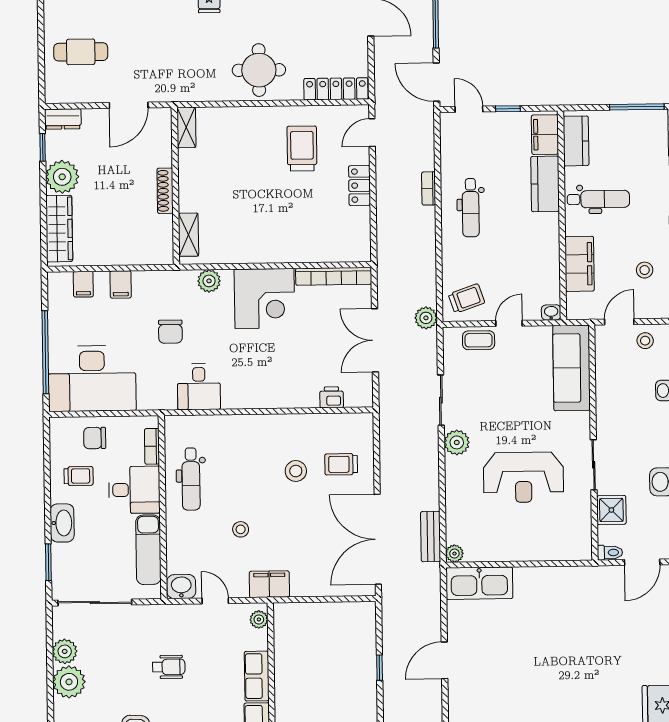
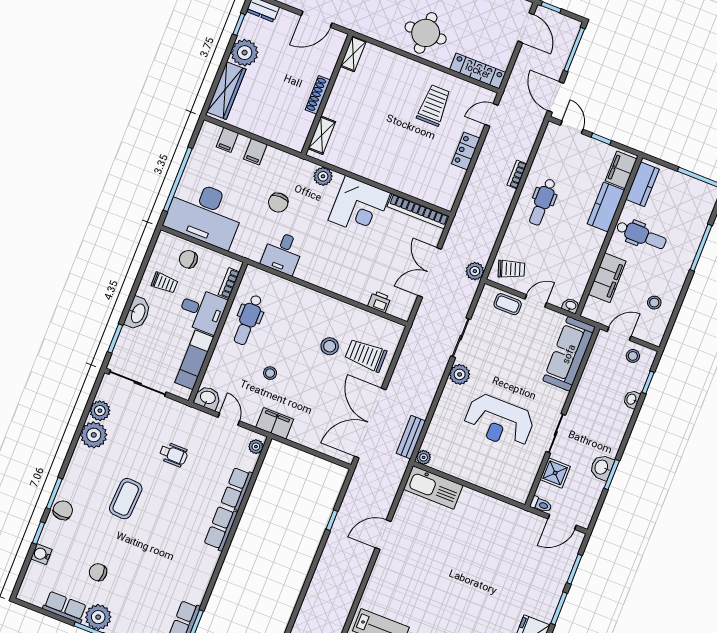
trolley: (341, 464) -> (366, 355), width x1.36, depth x1.39

